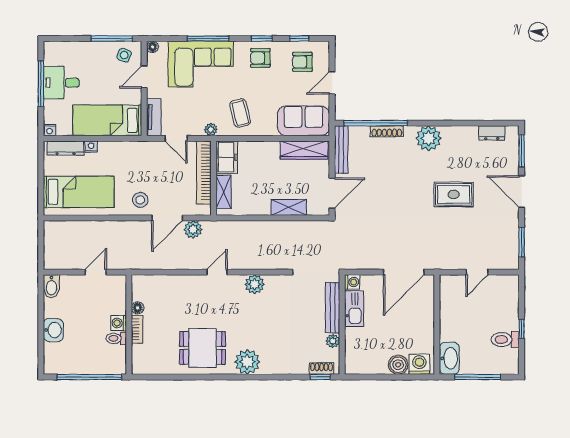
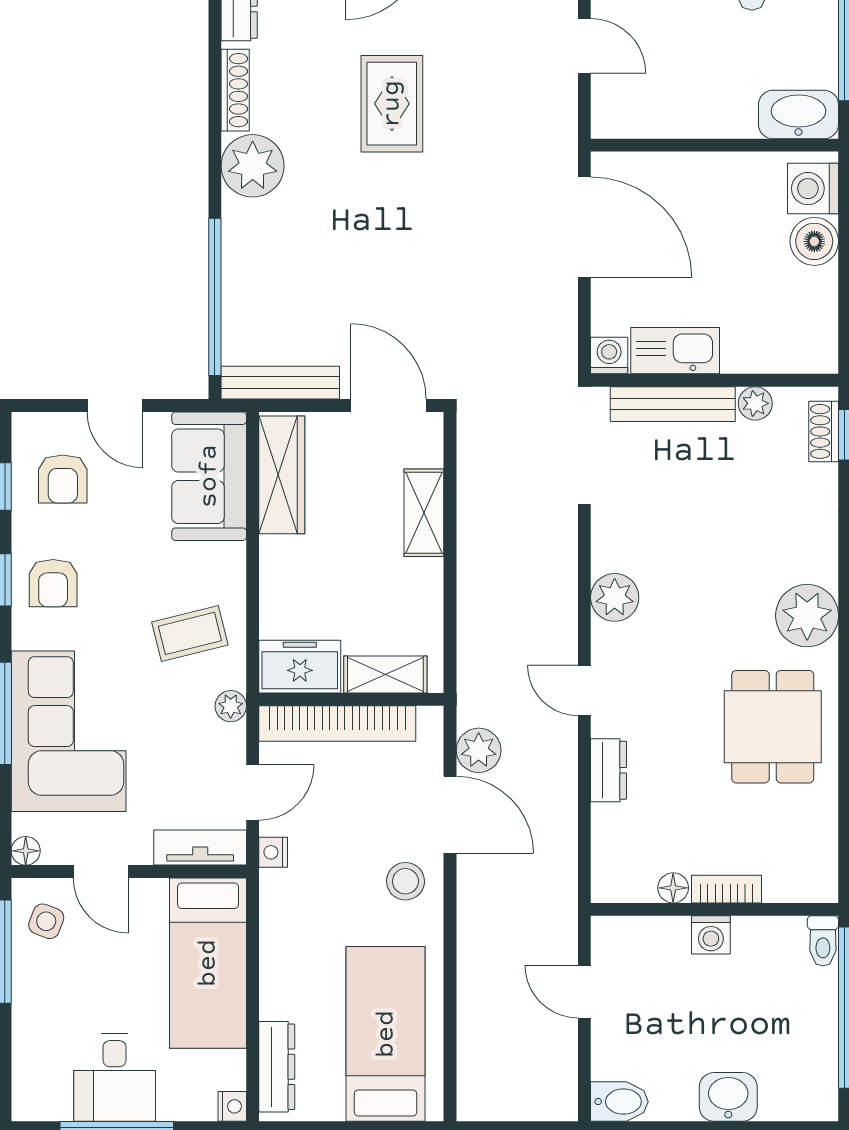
shoe rack: (387, 131) -> (235, 90), moved
nightstand: (91, 147) -> (273, 852), moved
dresser: (185, 282) -> (609, 770), added
toilet: (116, 338) -> (823, 941), moved

